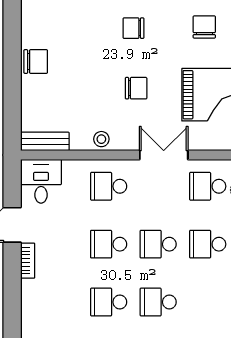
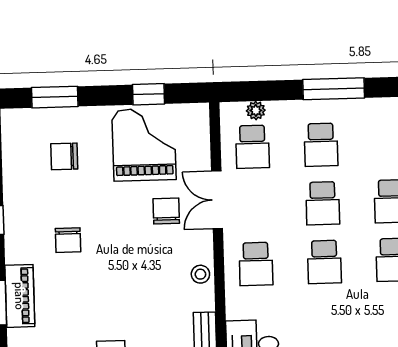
chair: (136, 88) -> (166, 211), moved

